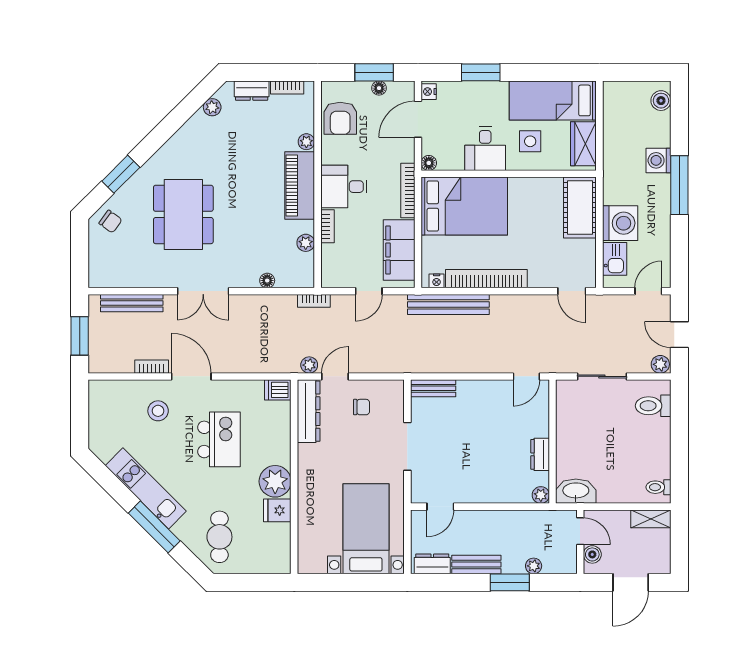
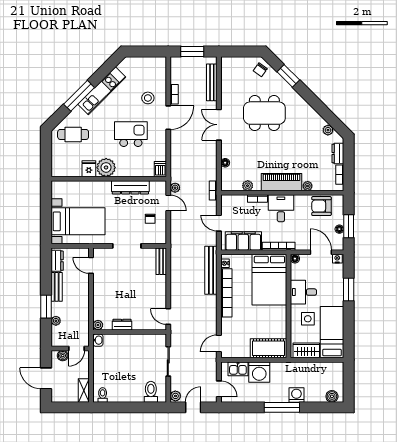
dresser: (309, 411) -> (130, 187), moved
kitchen island: (219, 439) -> (131, 134), turned 180
washbasin: (576, 491) -> (98, 340), width x0.52, depth x0.69

